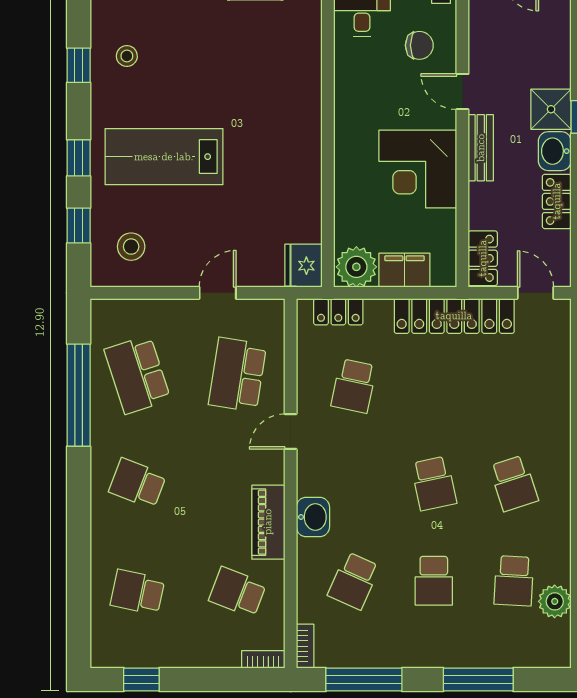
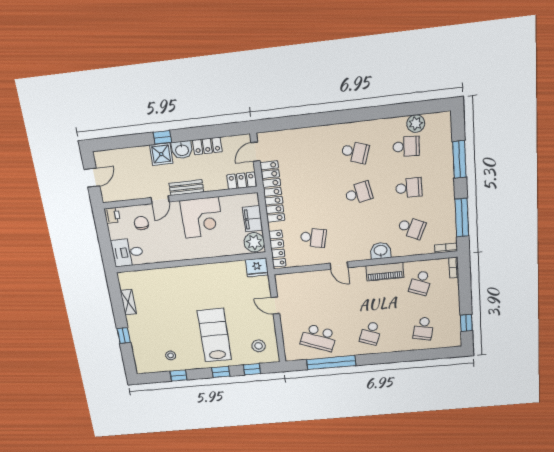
lab bench: (164, 157) -> (214, 335), turned 180
locker: (338, 312) -> (277, 249), width x1.53
school desk: (137, 375) -> (319, 338), turned 39
school desk: (237, 375) -> (314, 293), removed
school desk: (514, 483) -> (355, 152), turned 36

